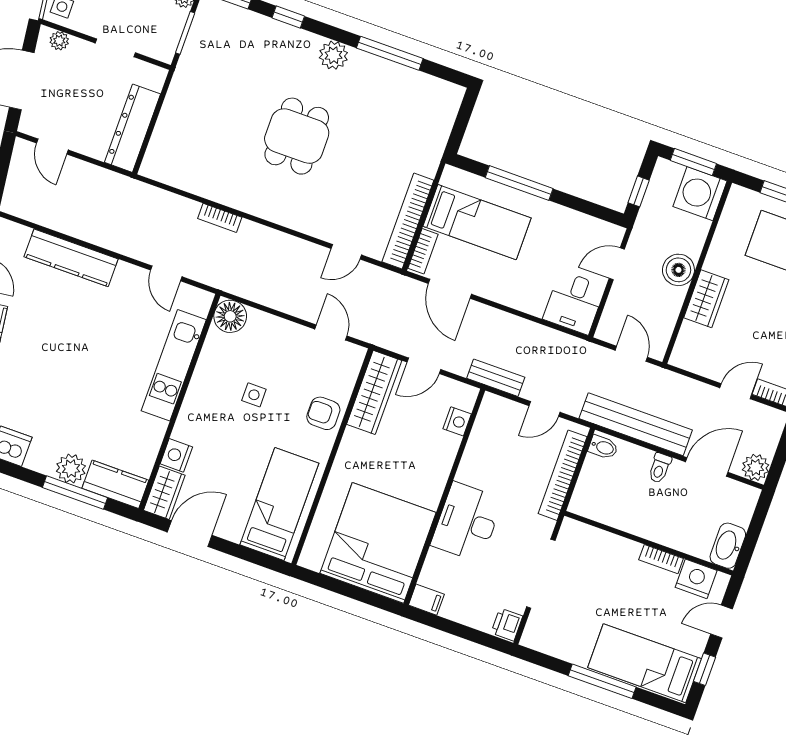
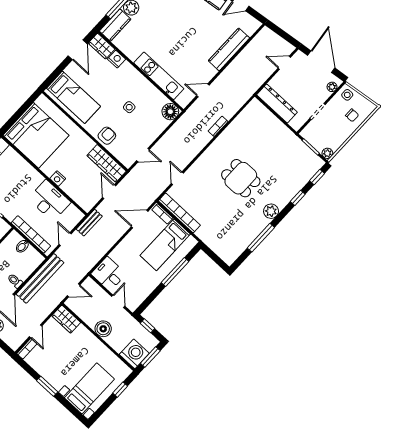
wardrobe: (706, 299) -> (66, 319), moved
nightstand: (457, 421) -> (58, 179), moved
bidet: (603, 447) -> (22, 246), moved
desk: (467, 522) -> (49, 200), moved

